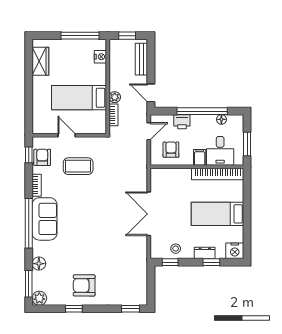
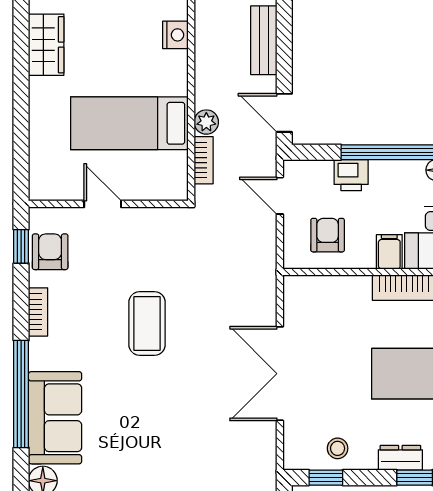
door: (149, 131) -> (280, 196), swing flipped
coffee table: (78, 166) -> (147, 323), moved, turned 90
sofa: (45, 219) -> (55, 418), moved

